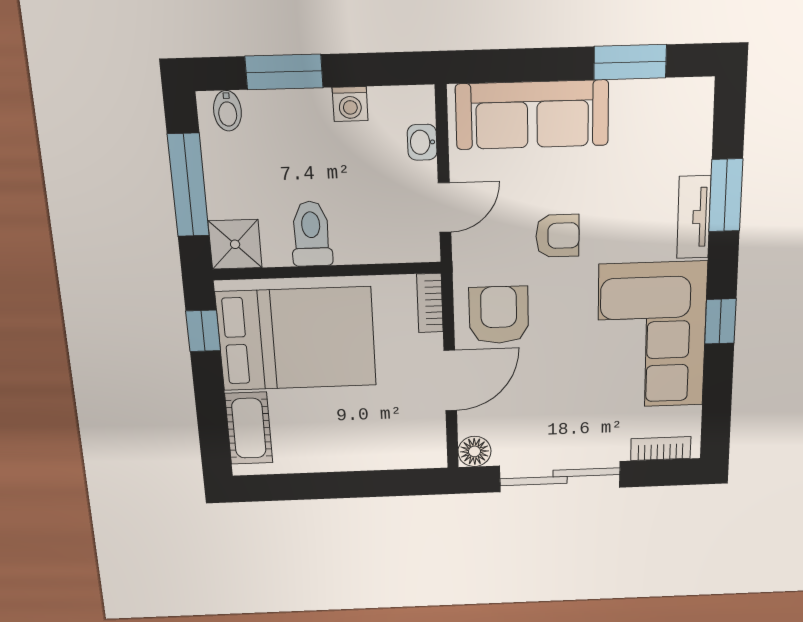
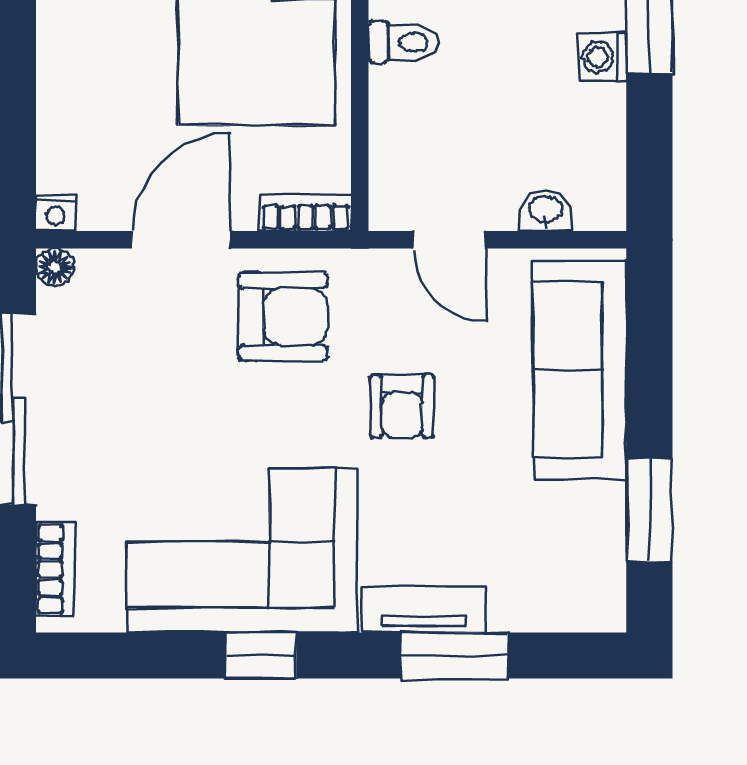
washing machine: (350, 104) -> (602, 57), moved
toilet: (311, 234) -> (403, 42), width x0.73, depth x0.72
door: (450, 381) -> (181, 240), swing flipped
floor lamp: (474, 451) -> (55, 267), width x0.73, depth x0.73
nightstand: (436, 457) -> (55, 213), added

